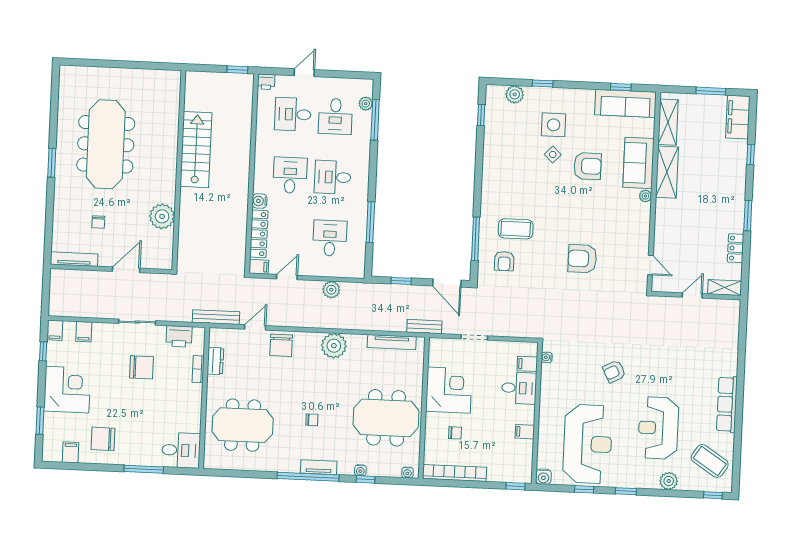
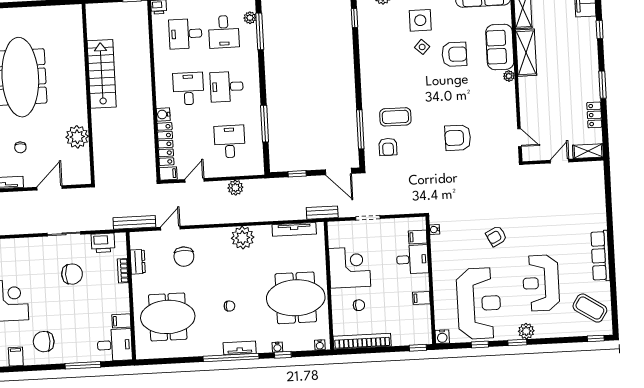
filing cabinet: (84, 332) -> (121, 321), moved, turned 90
chair: (281, 345) -> (184, 257), moved
plant: (669, 481) -> (526, 331), moved

